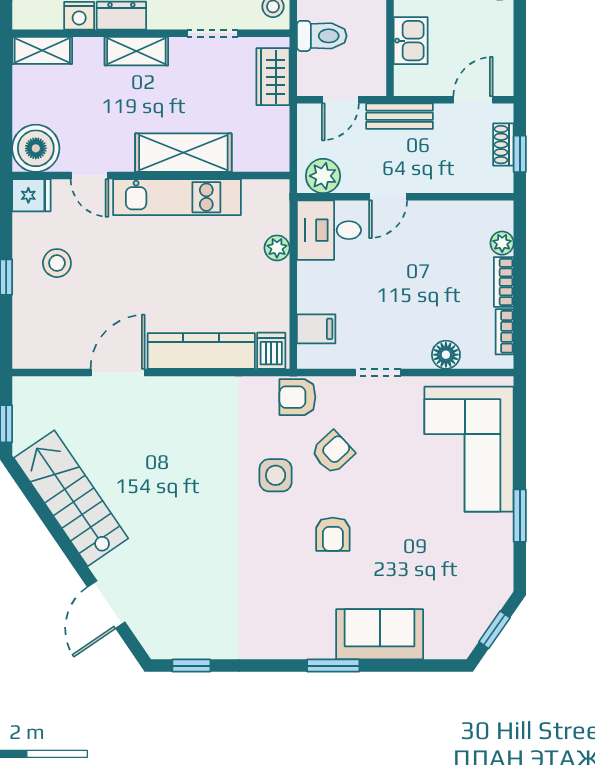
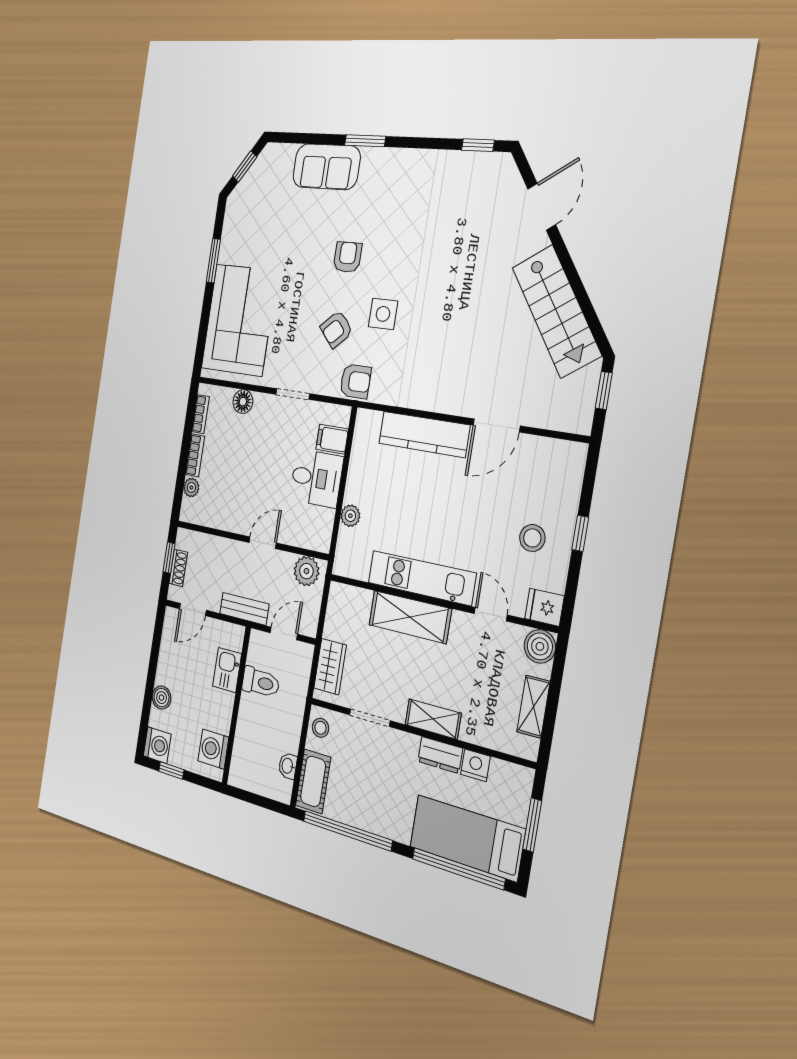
toilet: (322, 36) -> (261, 682), moved, turned 180
shelving: (42, 50) -> (533, 707), moved, turned 90
boiler: (36, 148) -> (540, 646), width x0.73, depth x0.73
desk: (329, 230) -> (316, 478), moved
dishwasher: (271, 351) -> (369, 426), removed

